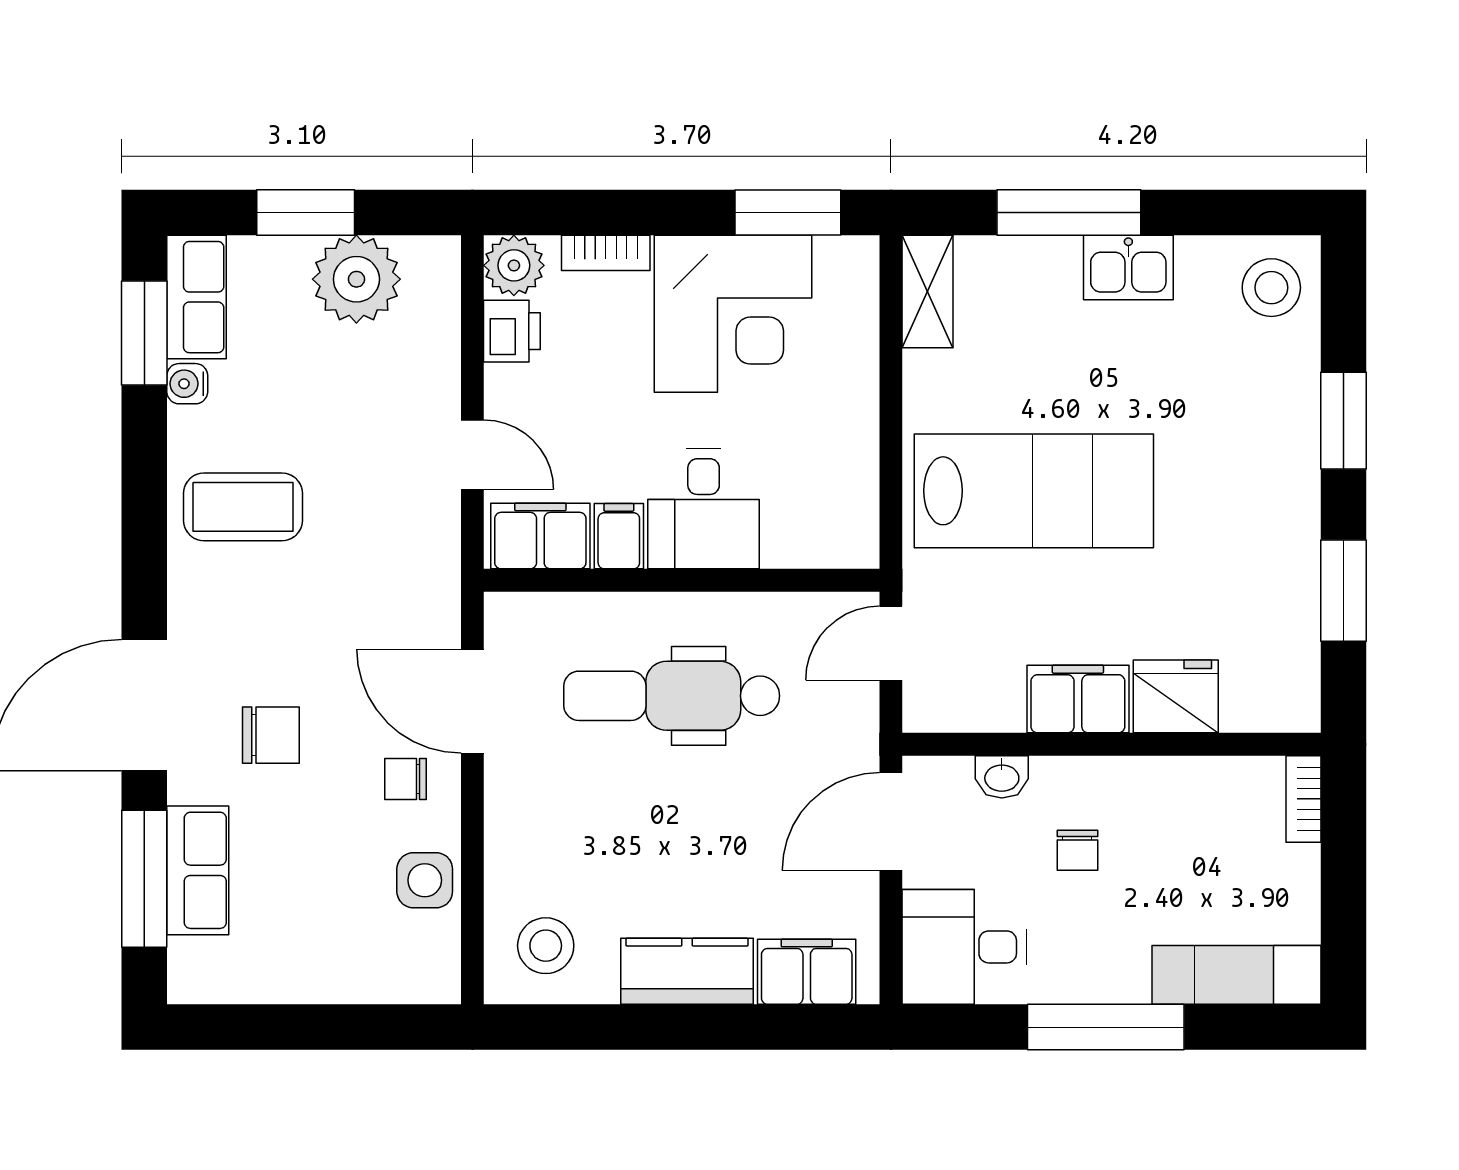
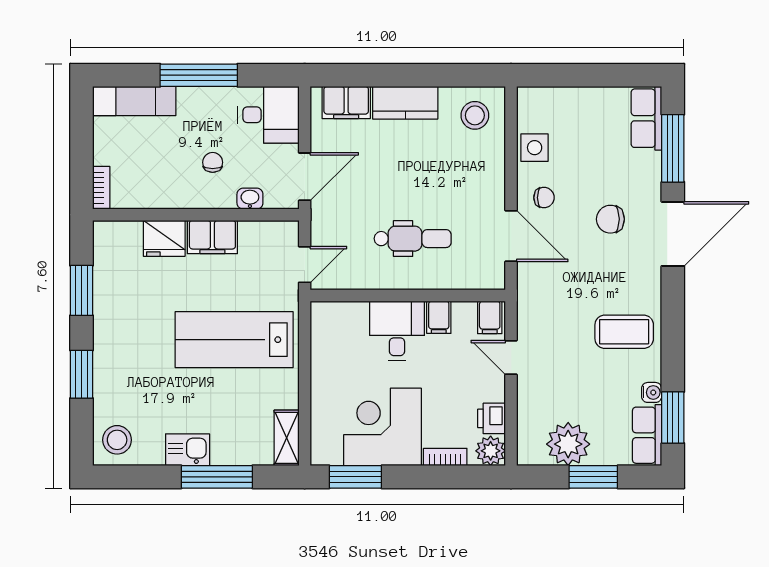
filing cabinet: (540, 536) -> (490, 317), width x0.50
dental chair: (672, 696) -> (413, 239), width x0.73, depth x0.72
row of seats: (198, 870) -> (646, 118), moved

